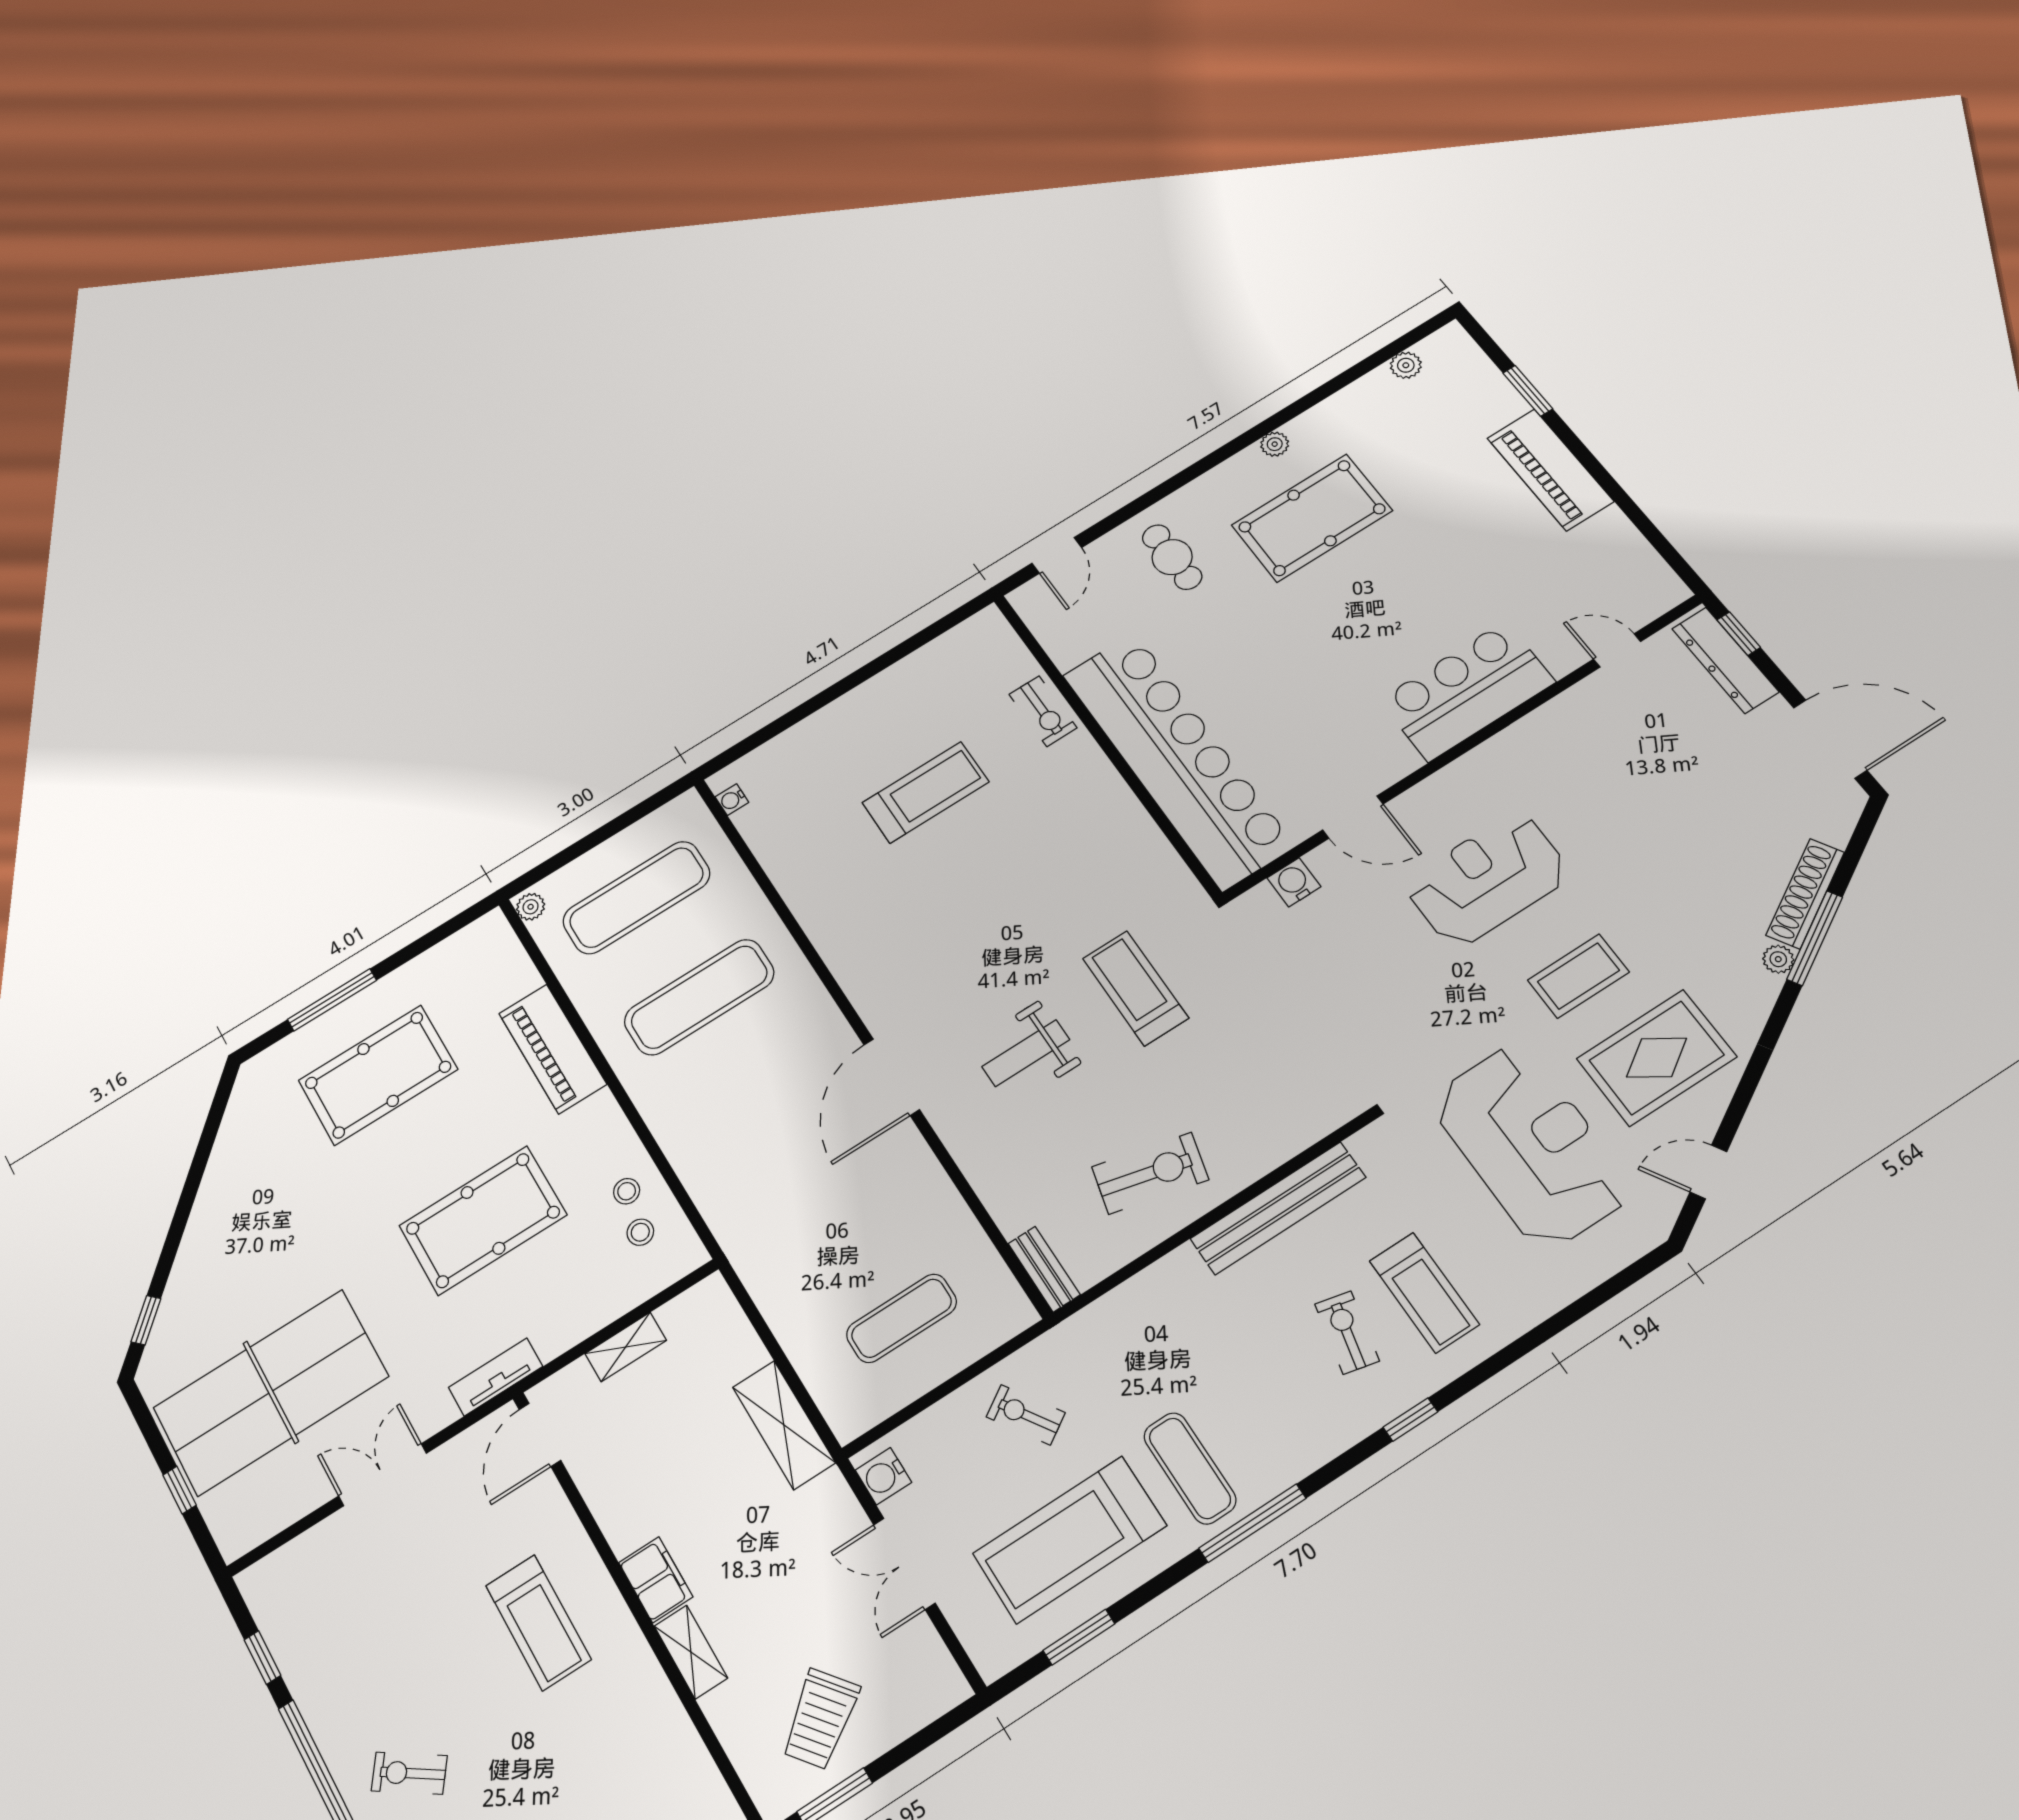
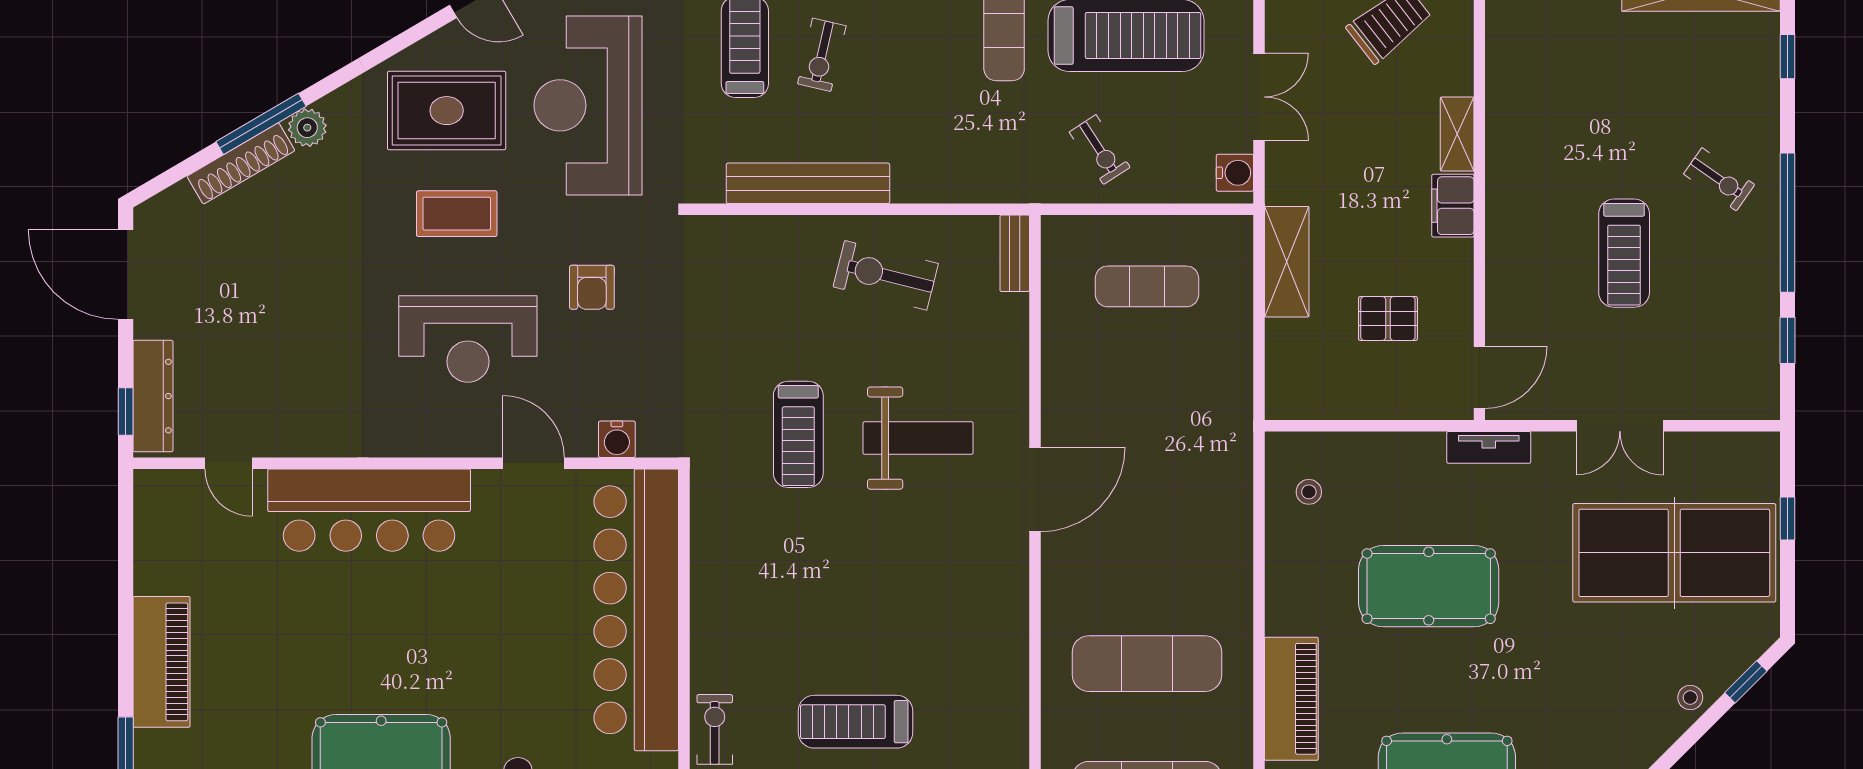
bar counter: (1467, 691) -> (369, 510), width x1.36
plant: (1778, 959) -> (307, 128), width x1.38, depth x1.38
armchair: (1410, 992) -> (592, 287), added
weight bench: (1026, 1053) -> (918, 438), width x1.36, depth x1.33
stool: (627, 1191) -> (1690, 698), moved
shelving: (626, 1347) -> (1373, 404), removed
pallet: (657, 1434) -> (1388, 318), added
treadmill: (538, 1622) -> (1624, 253), moved, turned 180

